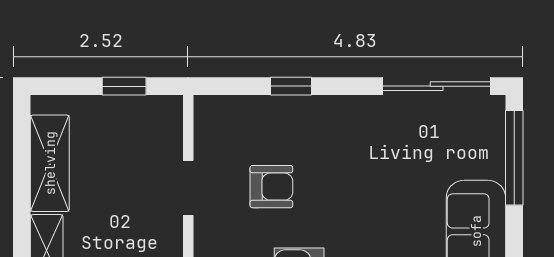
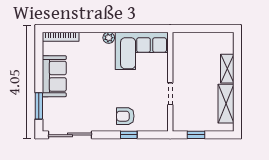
window: (514, 158) -> (39, 106), width x0.69
armchair: (271, 187) -> (125, 116), moved

